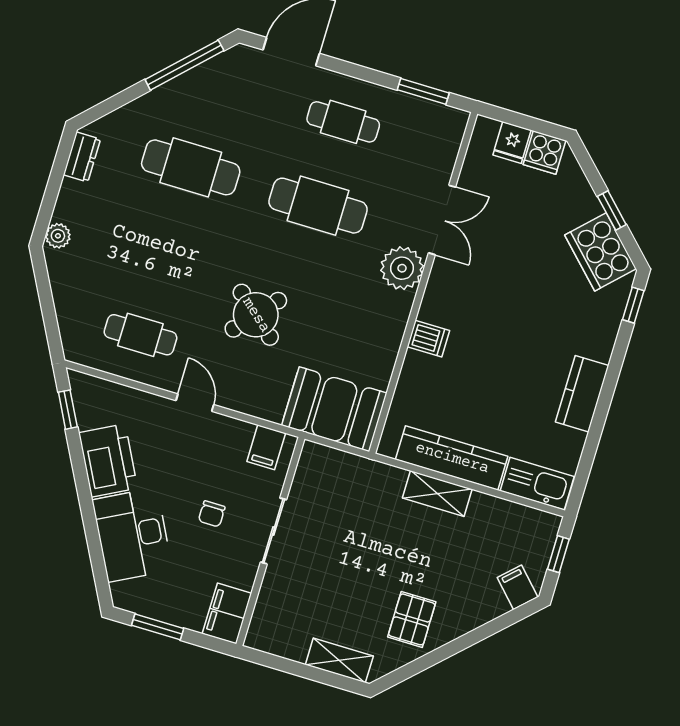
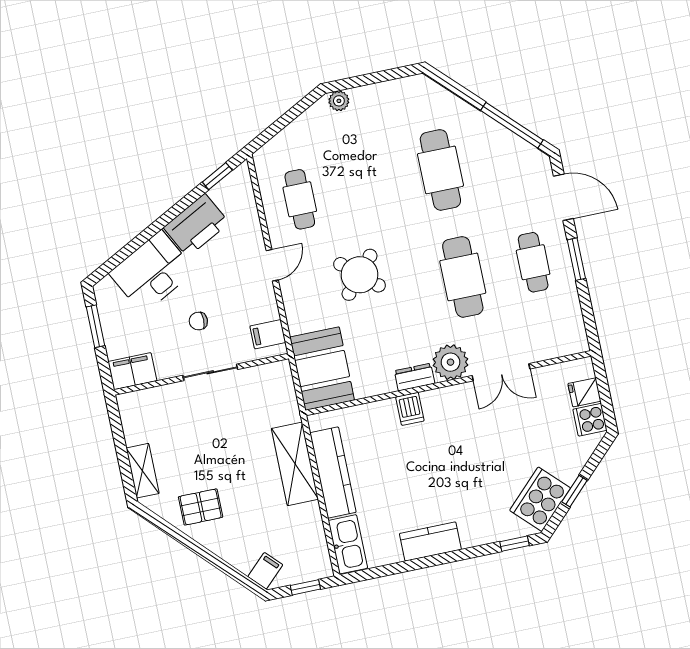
window: (423, 91) -> (576, 259), moved
dresser: (82, 157) -> (415, 377), moved, turned 180
shelving: (437, 494) -> (295, 464), width x1.50, depth x1.33

